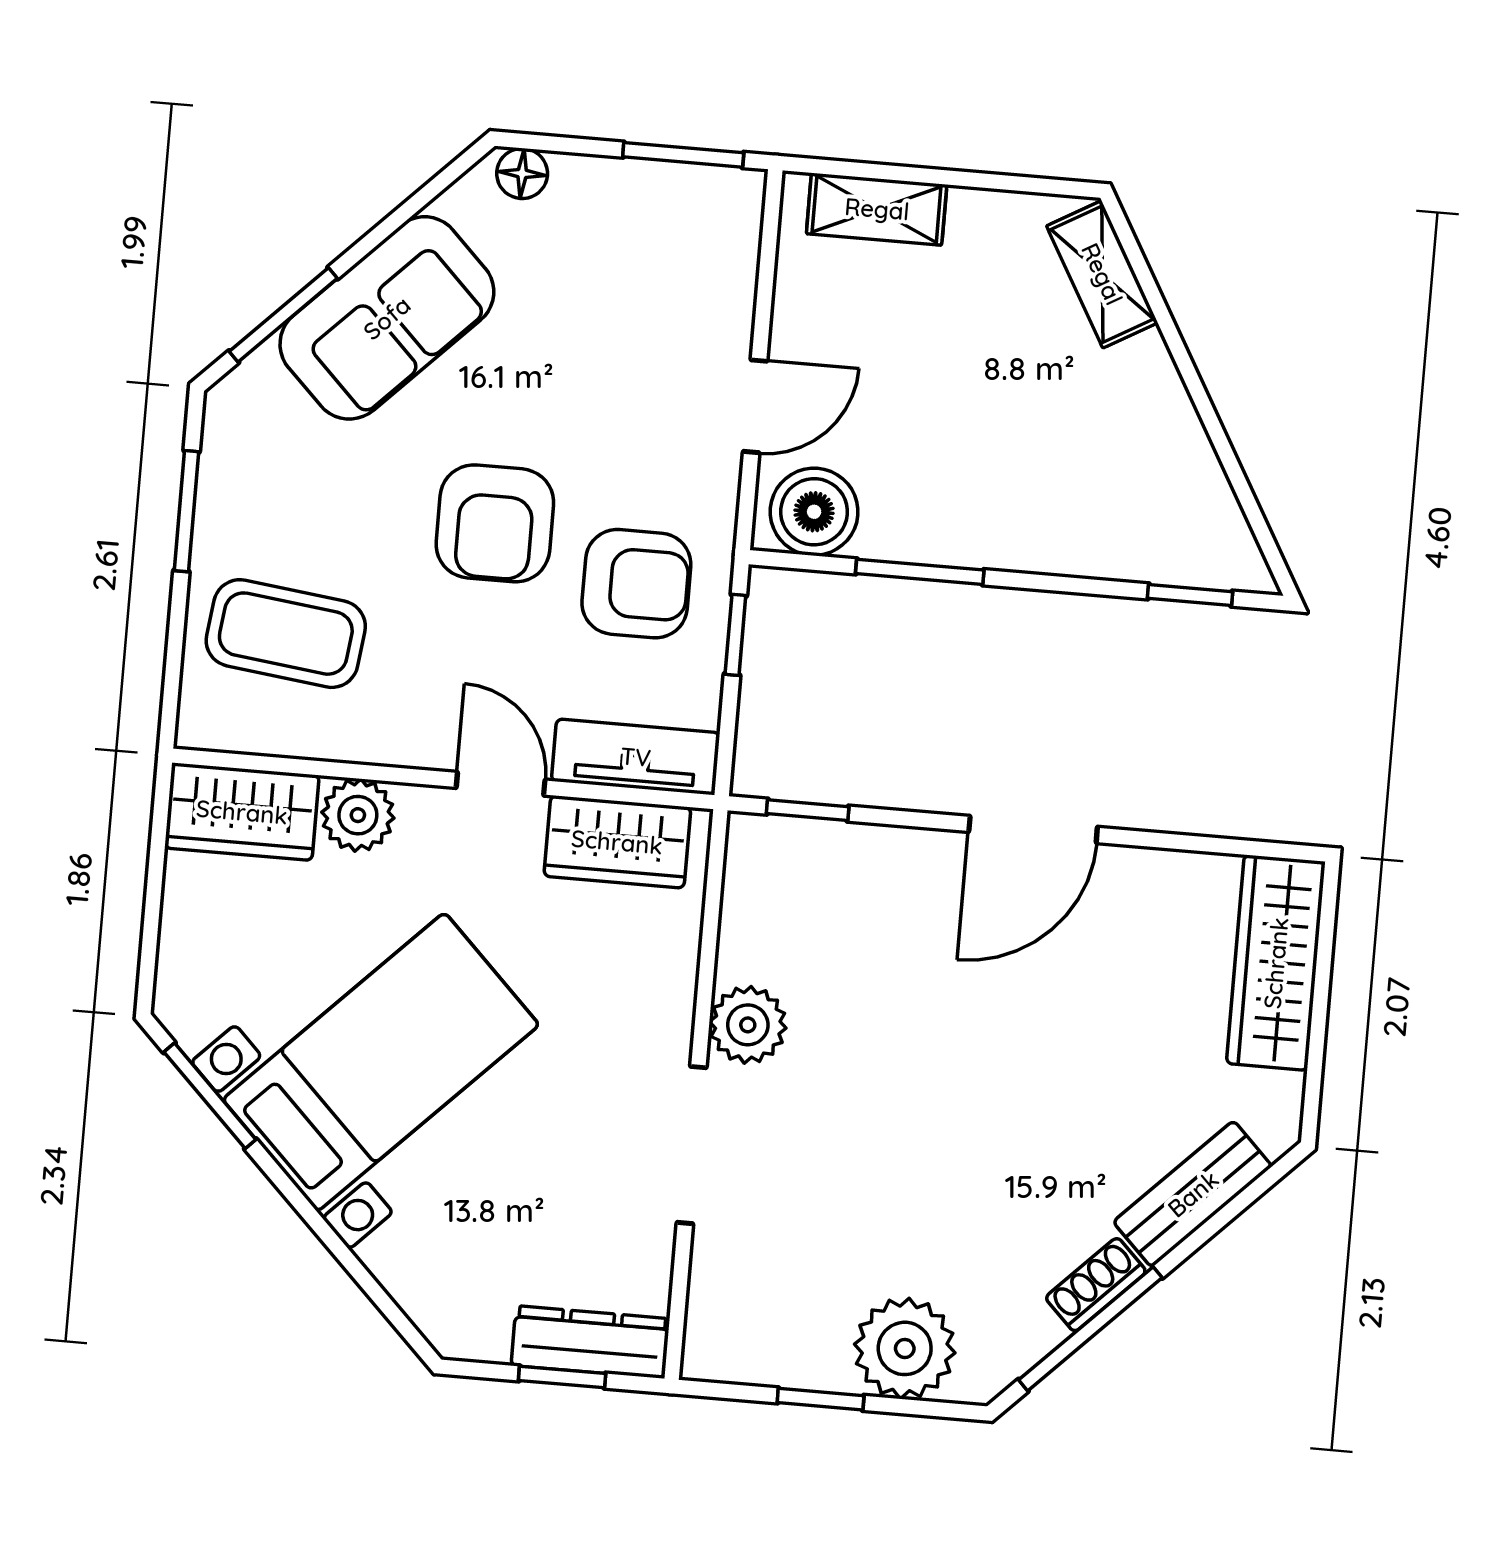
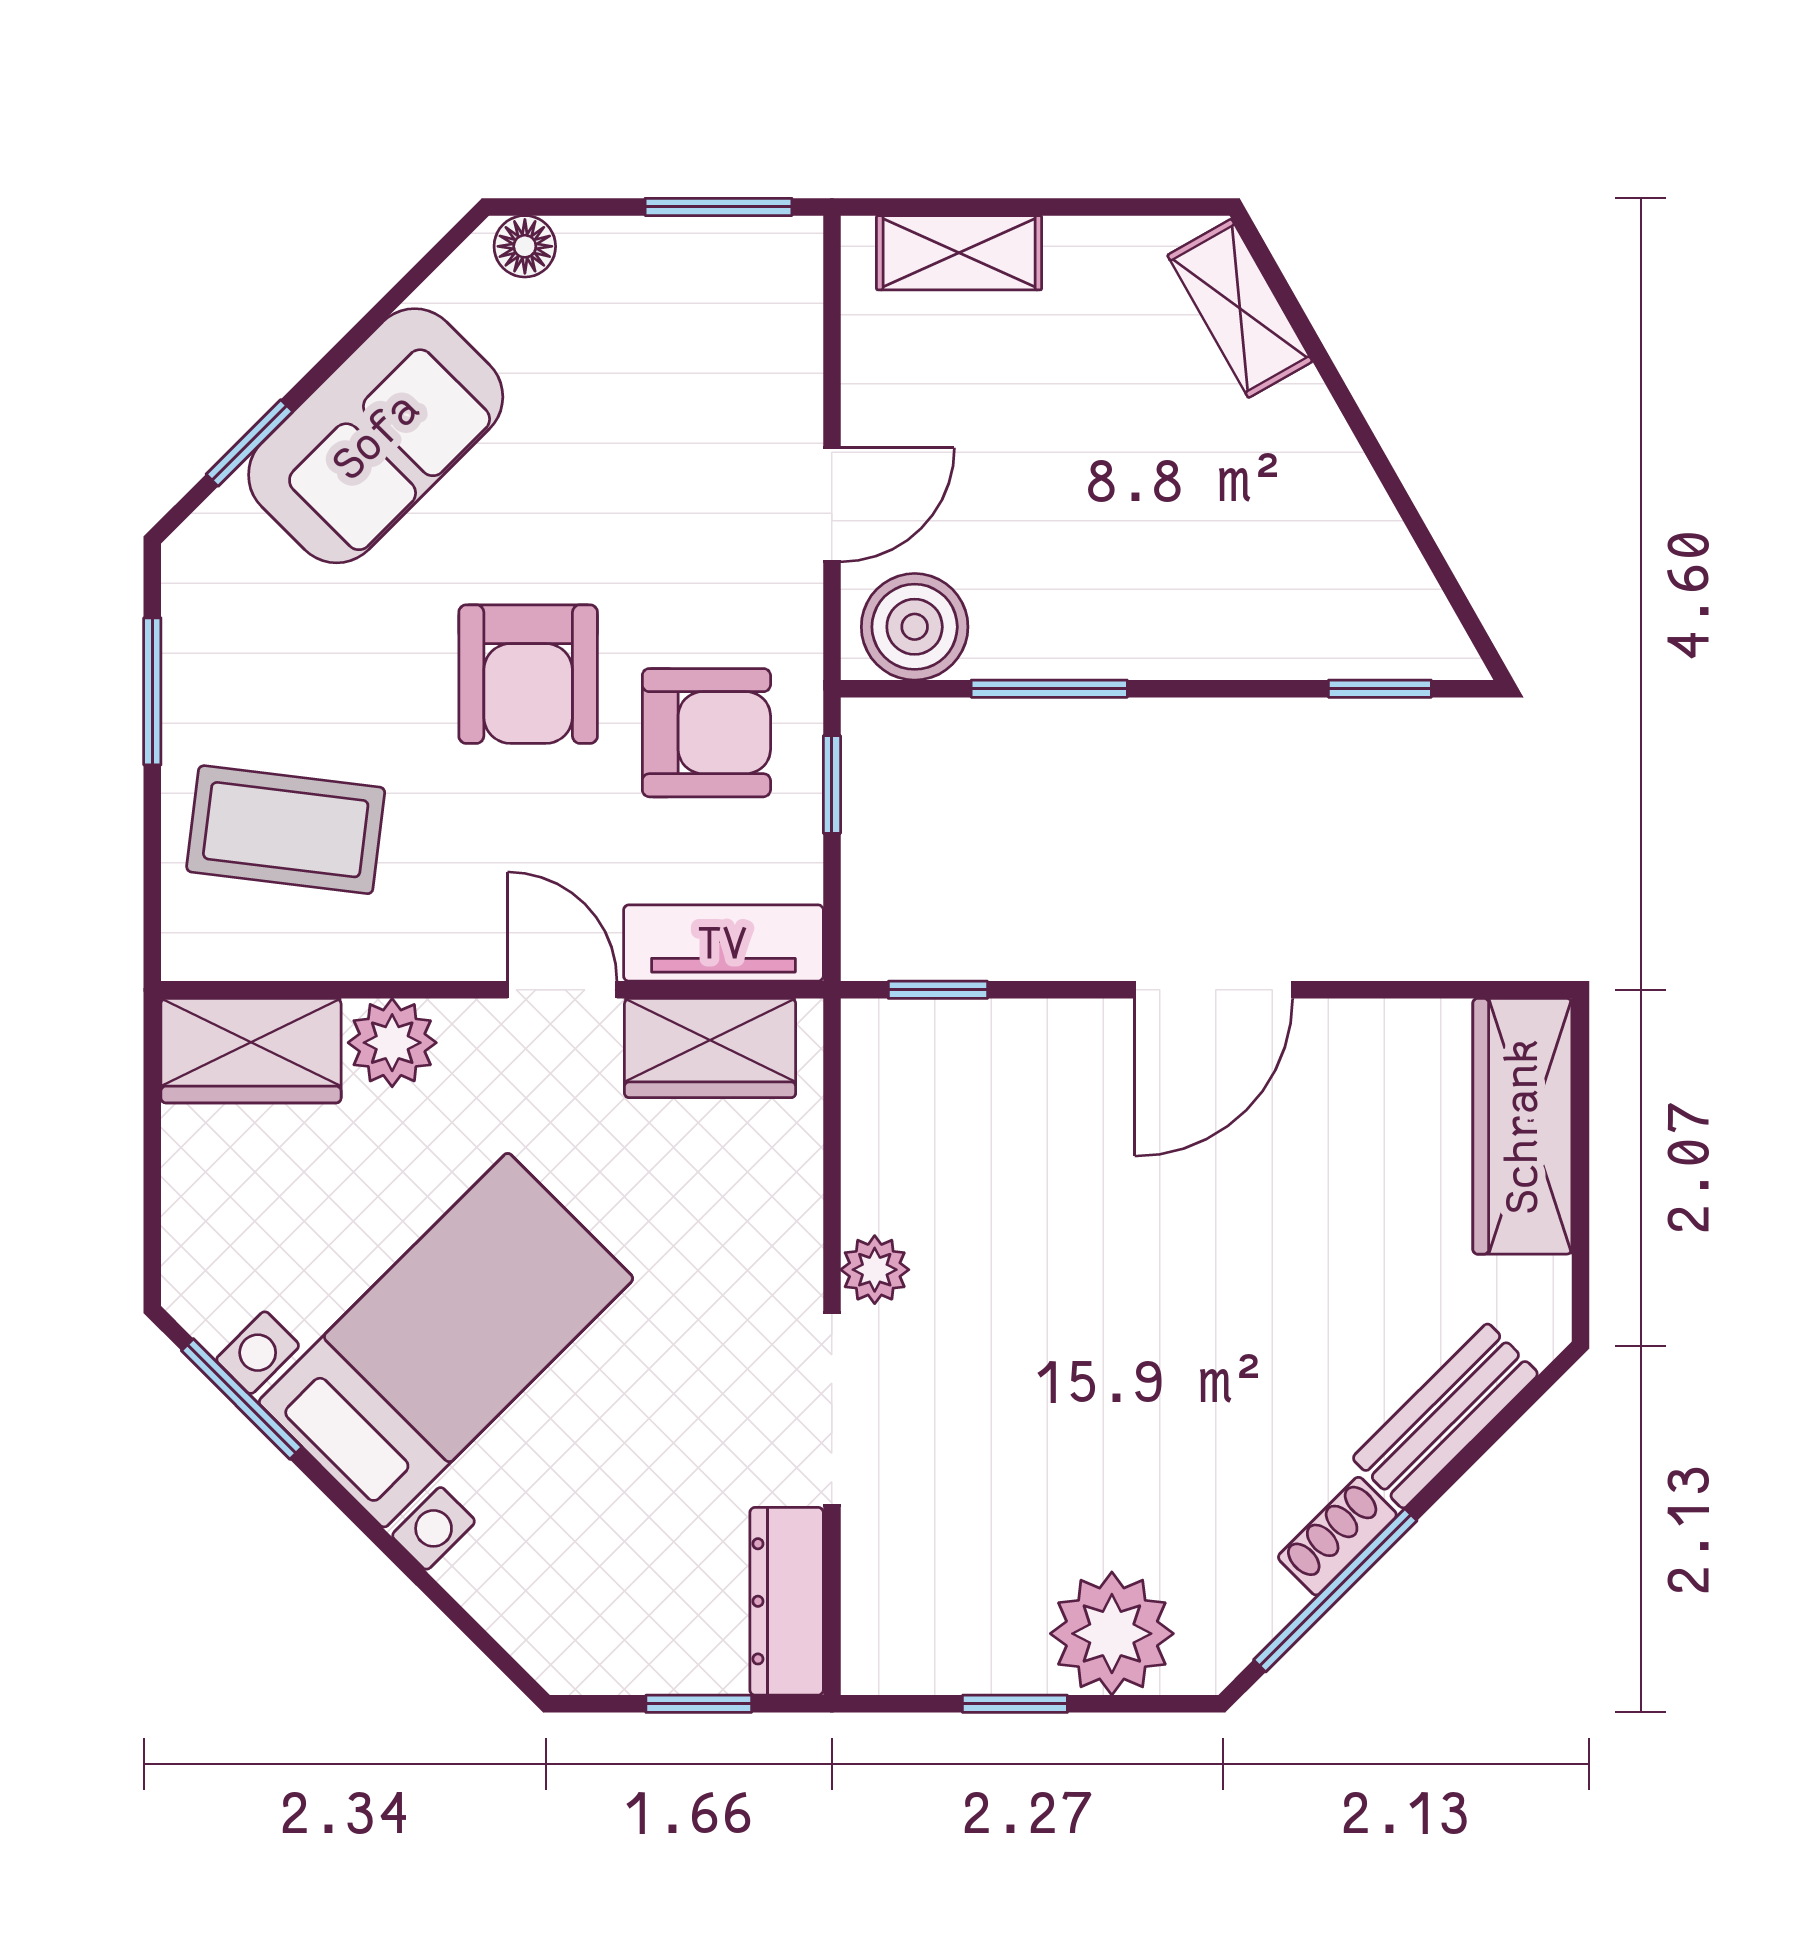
window: (283, 315) -> (249, 443), width x0.67
plant: (748, 1025) -> (875, 1270), width x0.73, depth x0.73
dresser: (590, 1342) -> (787, 1601), moved, turned -90

